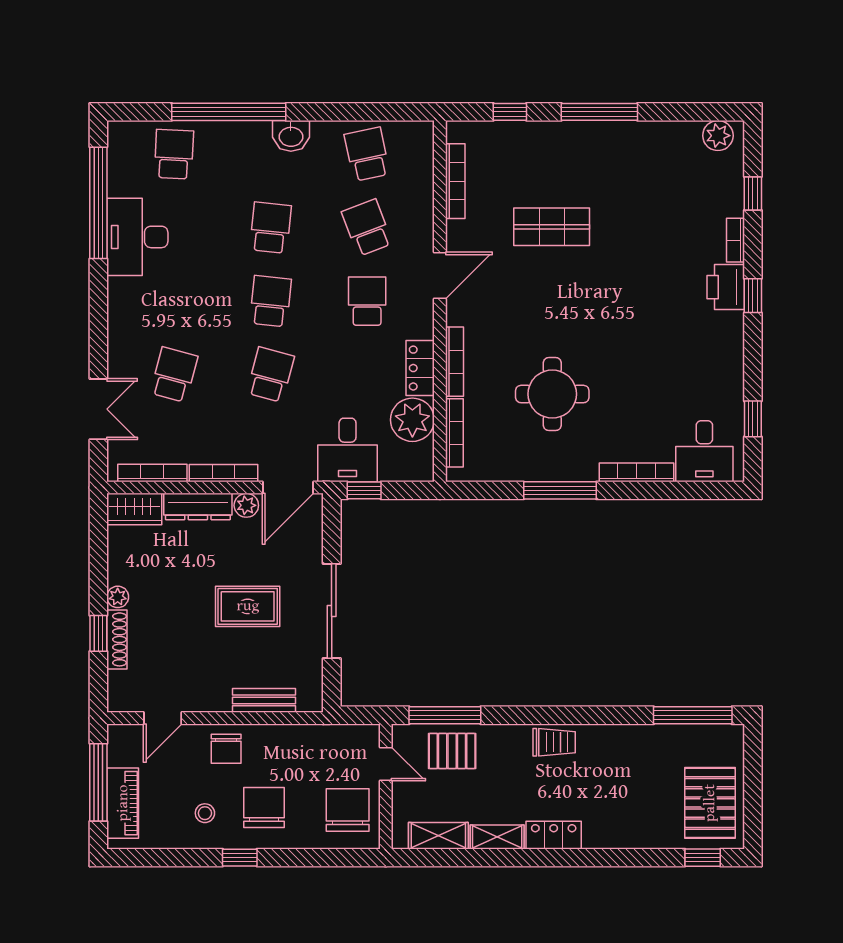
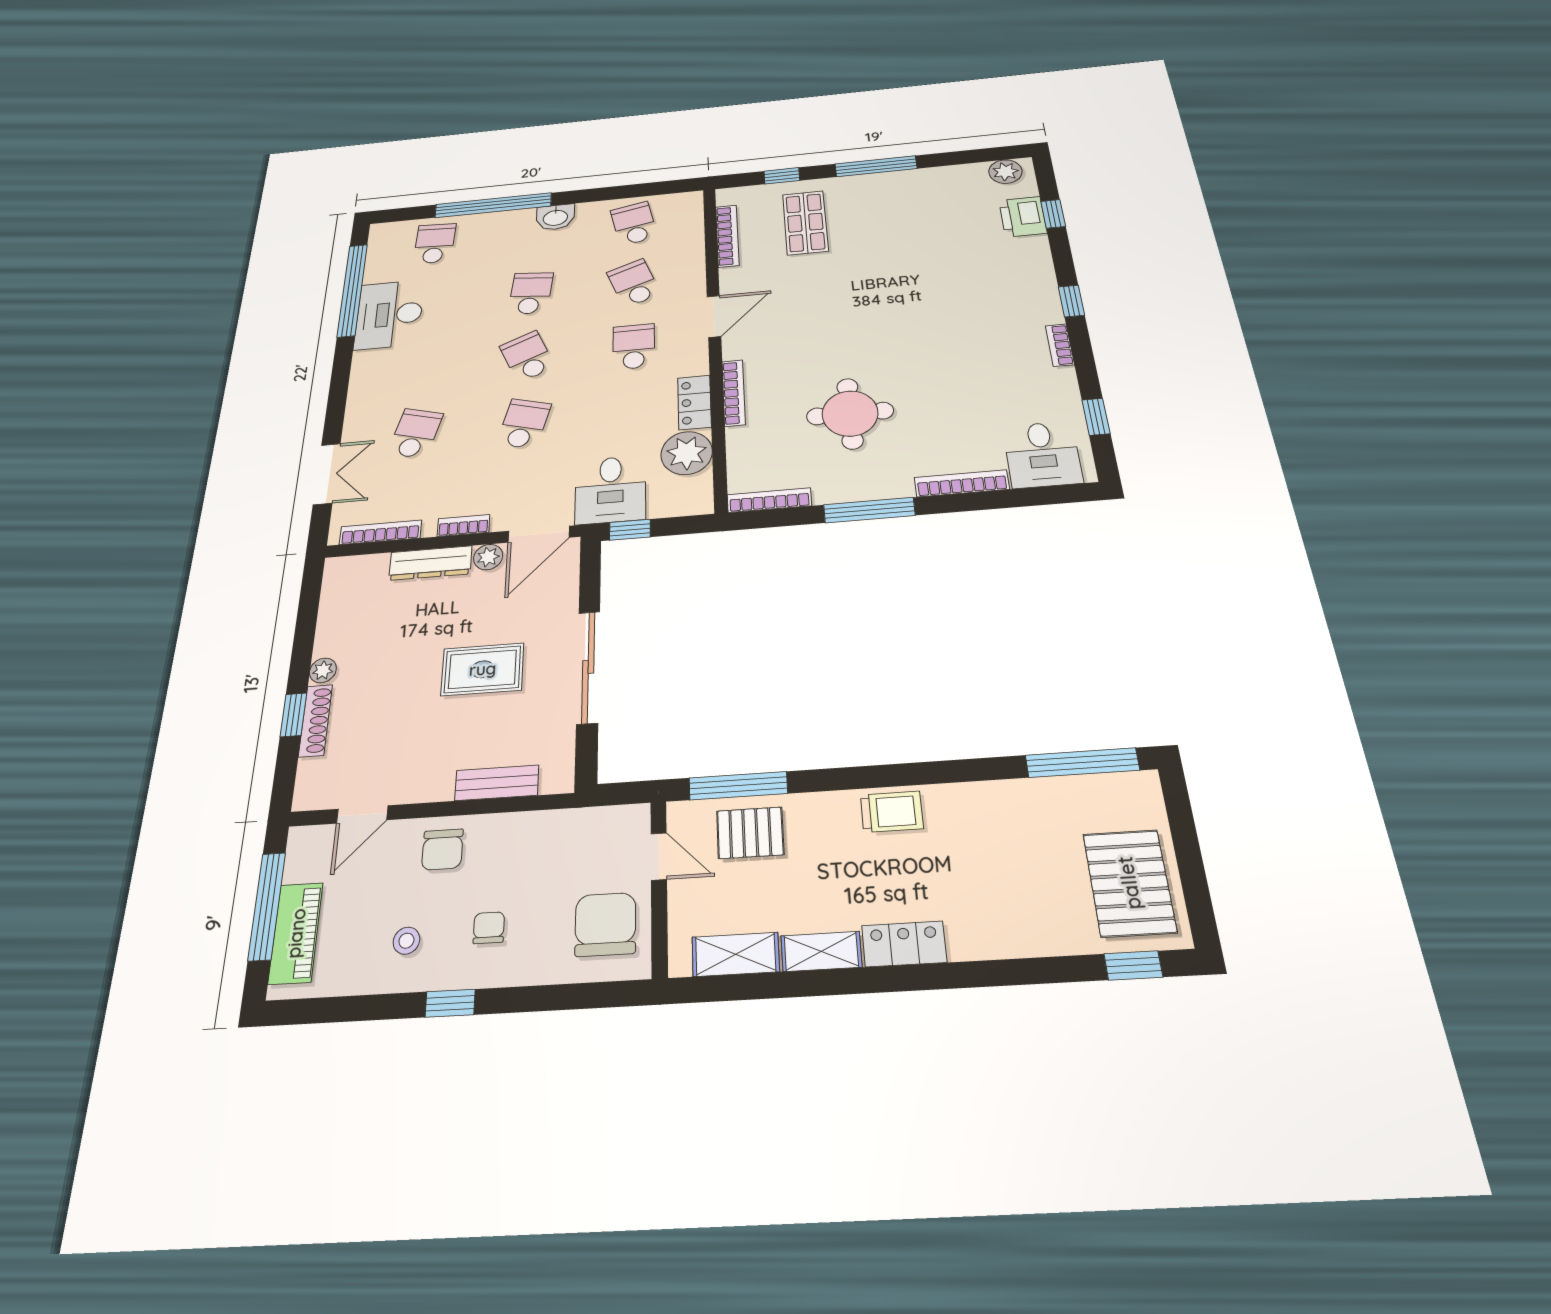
shop shelf: (552, 227) -> (805, 223), moved, turned 90
bookcase: (736, 240) -> (1060, 345), moved
printer: (726, 287) -> (1023, 217), moved
school desk: (271, 301) -> (527, 356), turned -30
bookcase: (454, 433) -> (769, 500), moved, turned -90
bookcase: (223, 473) -> (463, 526), width x0.64
wardrobe: (134, 509) -> (355, 572), removed
chair: (264, 808) -> (489, 928), width x0.54, depth x0.54

